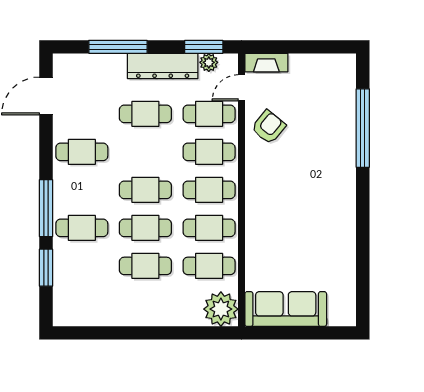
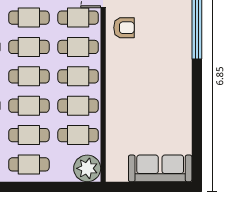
armchair: (268, 127) -> (124, 28), turned 51
cafe table: (145, 152) -> (29, 47), added
cafe table: (145, 304) -> (29, 164), added
sofa: (286, 309) -> (160, 168), moved

